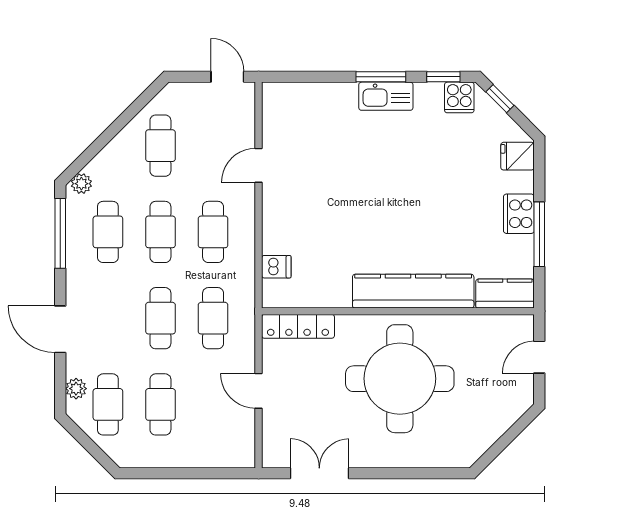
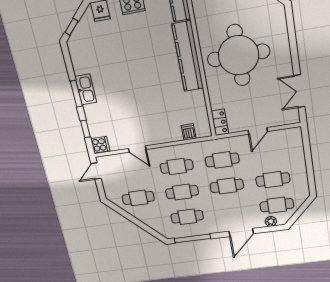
window: (443, 77) -> (85, 129), moved
cooker: (459, 97) -> (100, 145), moved
plant: (81, 184) -> (166, 232), removed
locker: (298, 326) -> (220, 122), width x0.66

